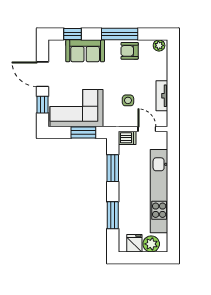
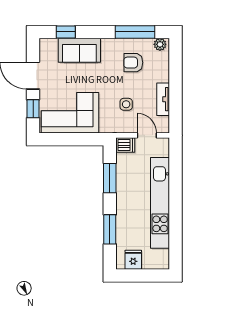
window: (120, 34) -> (135, 32), moved
armchair: (130, 51) -> (133, 63), moved
window: (83, 133) -> (78, 139), removed
plant: (151, 244) -> (151, 261), removed

